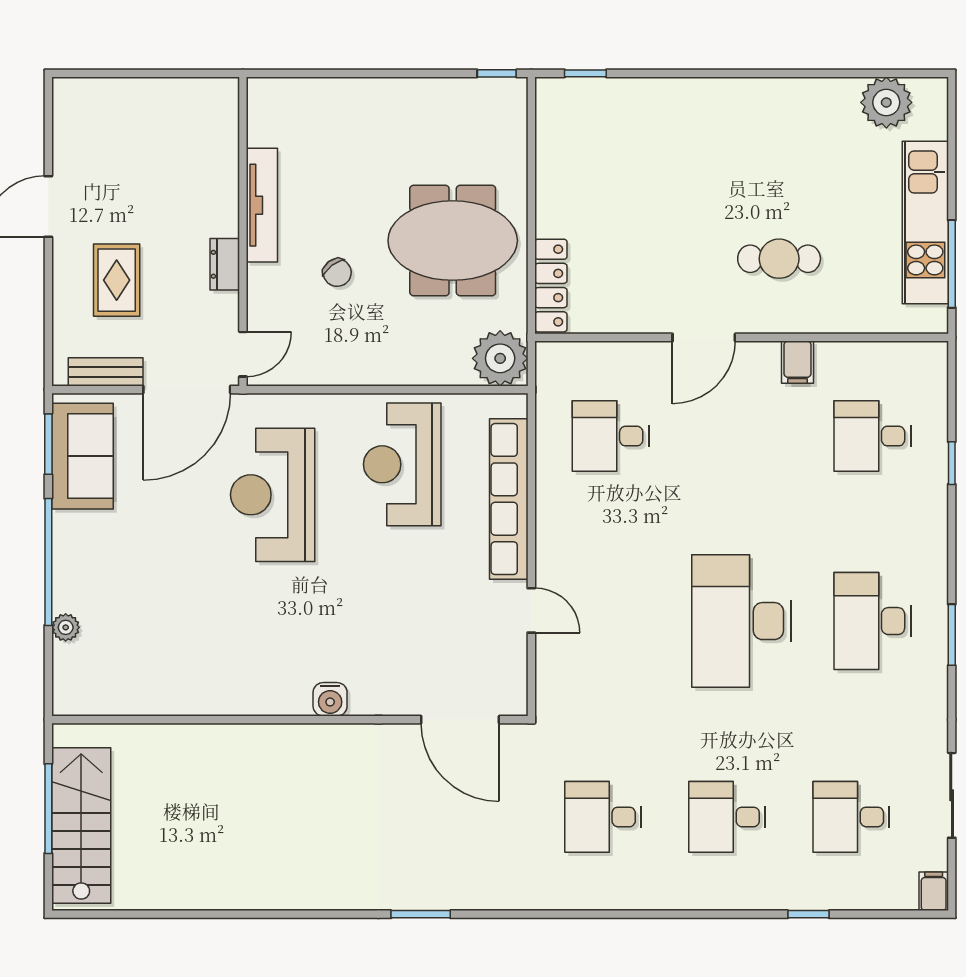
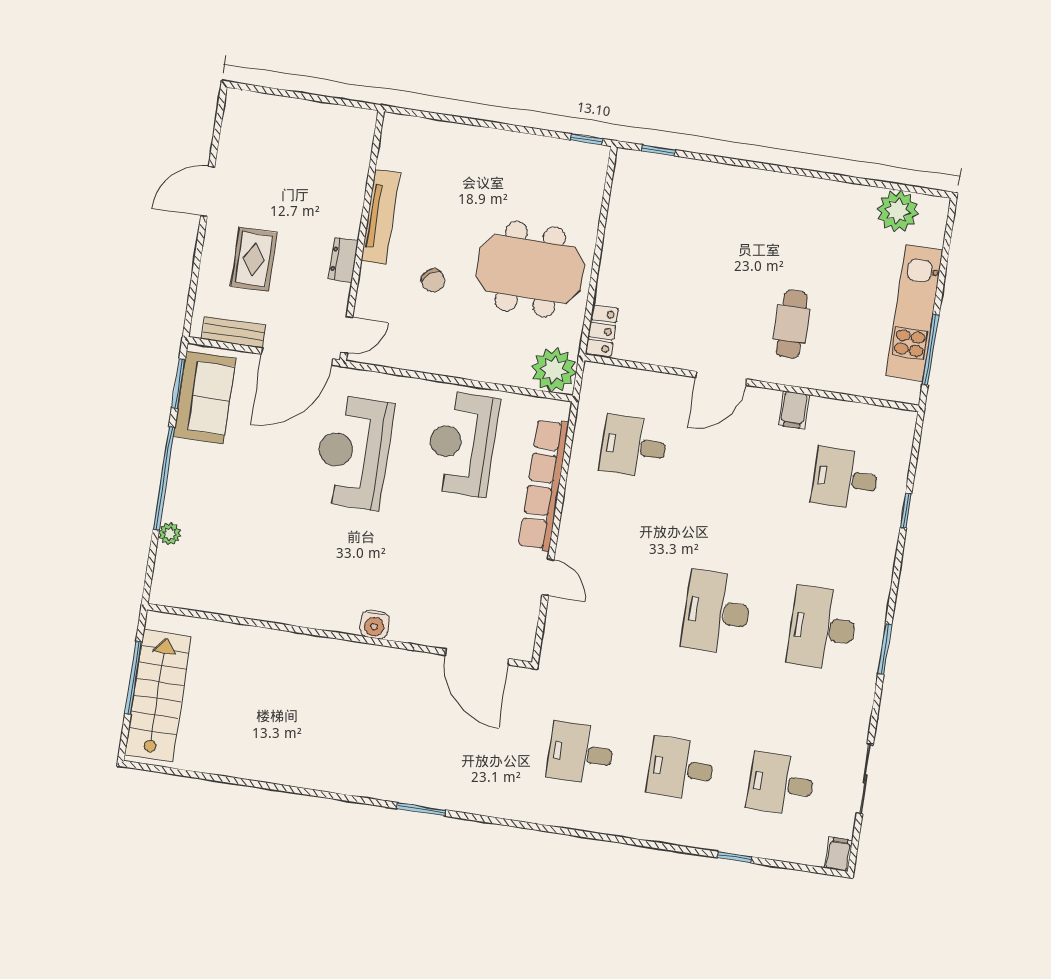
cafe table: (779, 259) -> (792, 324), turned 90
locker: (551, 286) -> (602, 331), width x0.66
desk: (742, 621) -> (717, 612), width x0.73, depth x0.77

